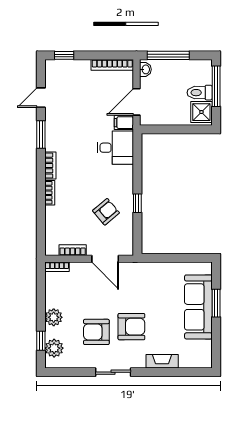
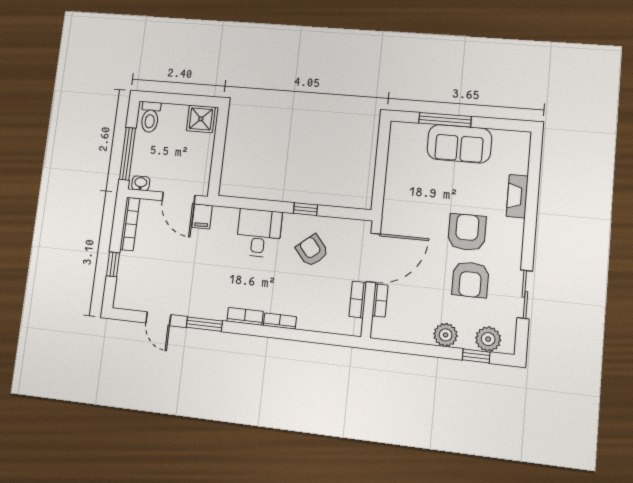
window: (64, 55) -> (113, 264), moved
window: (216, 86) -> (172, 99), removed
toilet: (200, 93) -> (150, 117), moved
desk: (115, 148) -> (259, 233), moved
door: (105, 259) -> (373, 258), width x1.36
bookcase: (57, 267) -> (380, 300), moved
window: (216, 303) -> (445, 120), width x1.44
sofa: (198, 307) -> (459, 144), width x0.73
sliding door: (113, 372) -> (525, 294), moved

